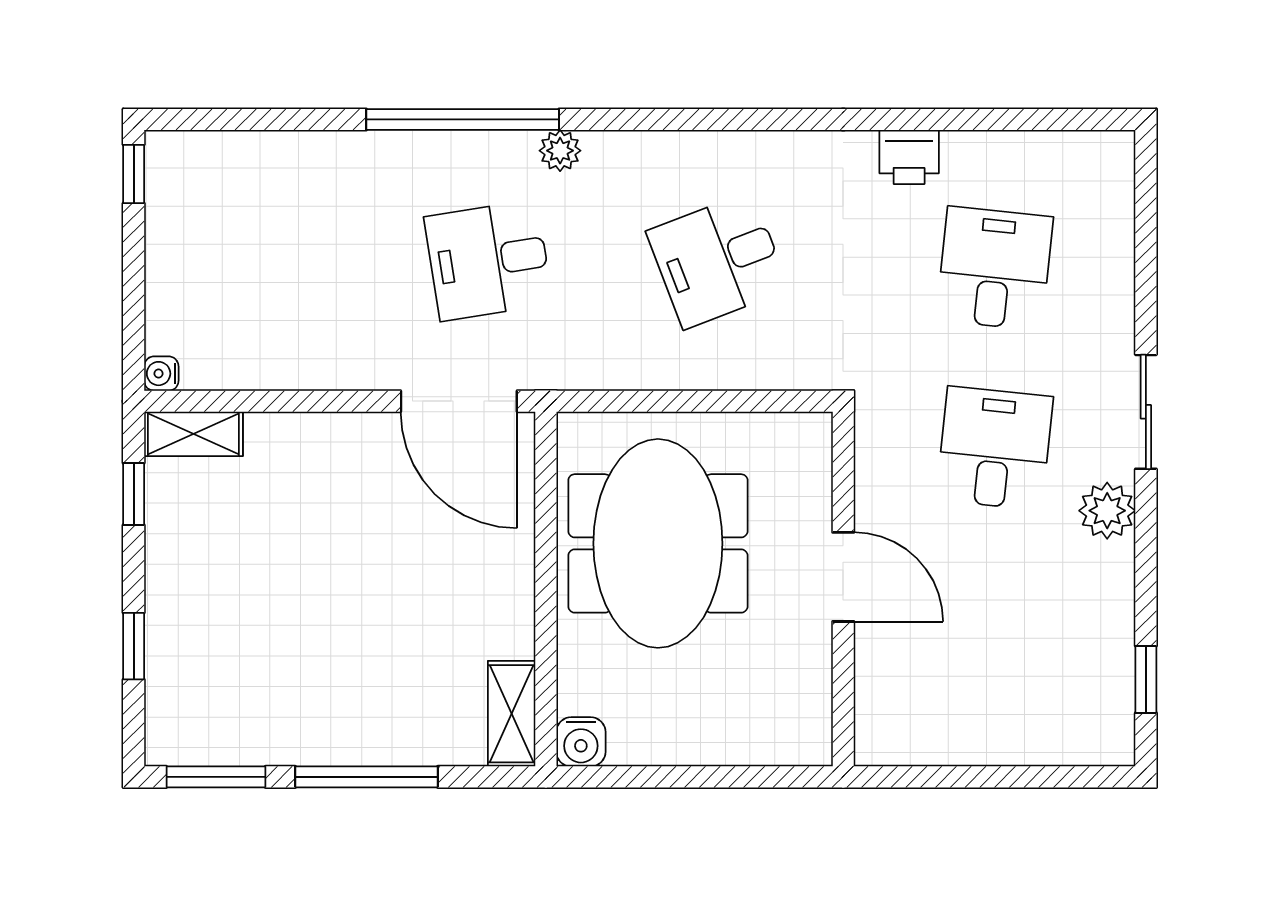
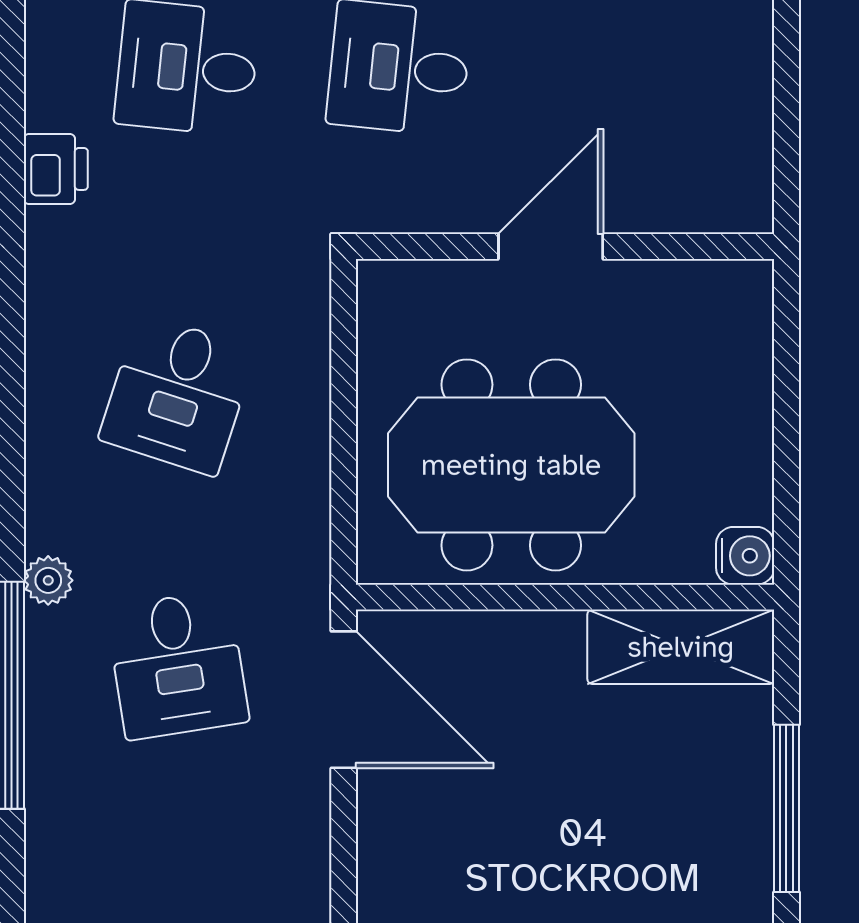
desk: (718, 260) -> (178, 395), turned 39
door: (459, 401) -> (344, 700), hinge flipped
shelving: (512, 714) -> (681, 647), width x1.50, depth x1.33

